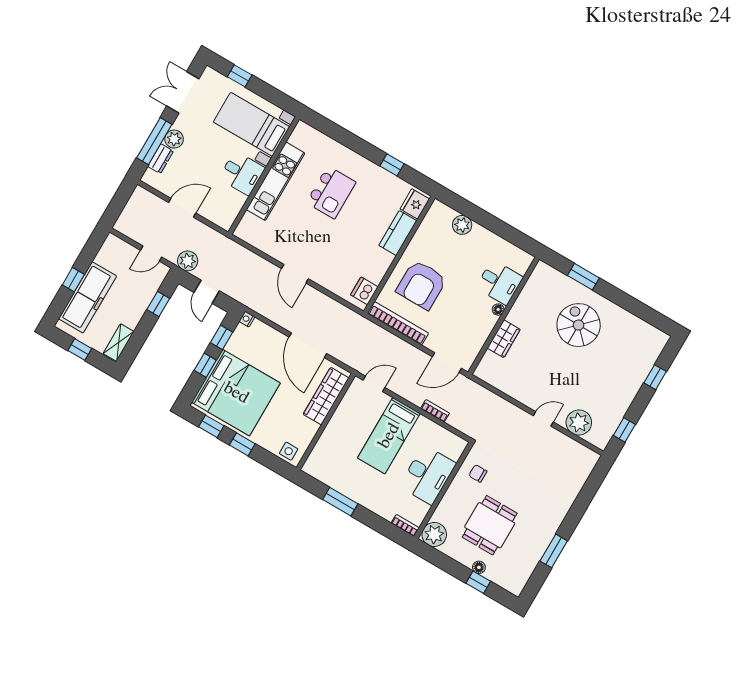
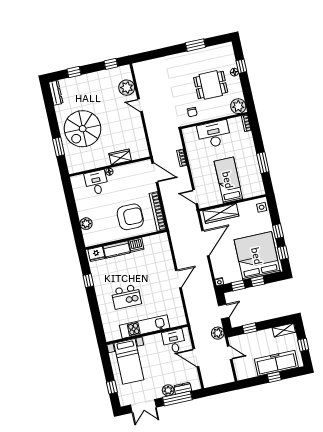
desk: (242, 173) -> (174, 341), moved
kitchen island: (331, 192) -> (126, 297), turned 180
dishwasher: (364, 291) -> (136, 245), moved
spiral stairs: (579, 325) -> (83, 129), width x1.37, depth x1.37
dresser: (651, 333) -> (56, 93), added
bed: (389, 436) -> (228, 180), moved, turned -90

